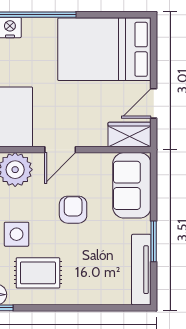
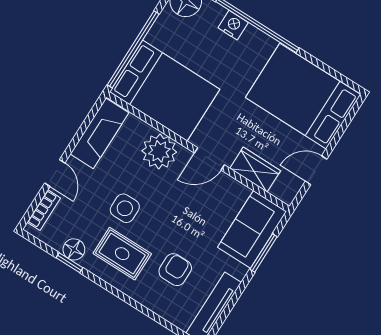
wardrobe: (129, 135) -> (255, 170), moved
armchair: (73, 210) -> (175, 270), moved
window: (154, 241) -> (264, 253), moved

